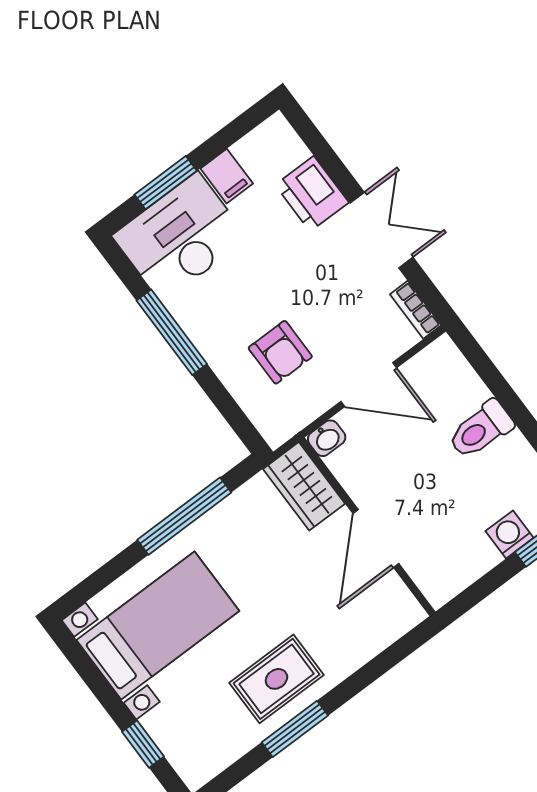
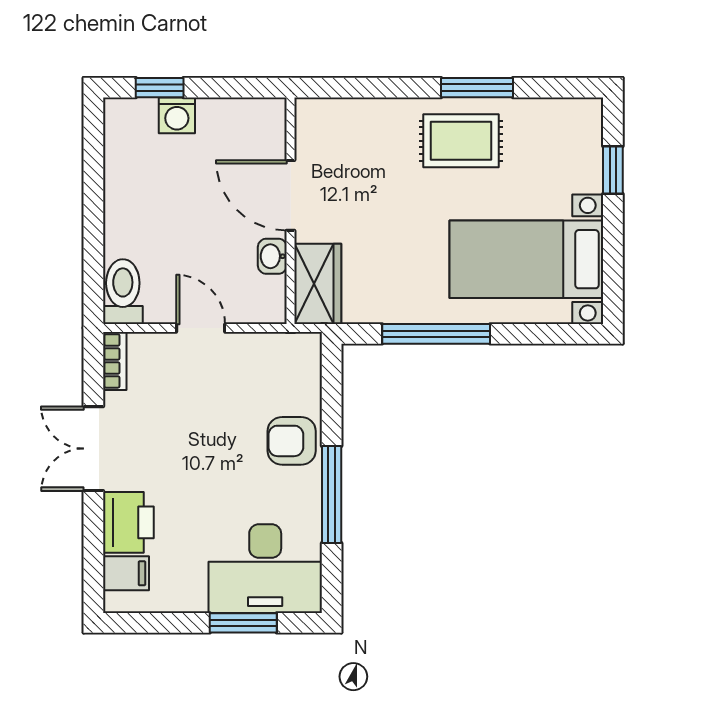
filing cabinet: (227, 176) -> (126, 573), moved, turned 90
armchair: (280, 352) -> (292, 441), moved, turned -90
door: (369, 385) -> (201, 328), width x0.73
toilet: (481, 430) -> (123, 292), moved, turned -90
washbasin: (327, 438) -> (272, 256), moved, turned -90
door: (376, 539) -> (291, 195), swing flipped

